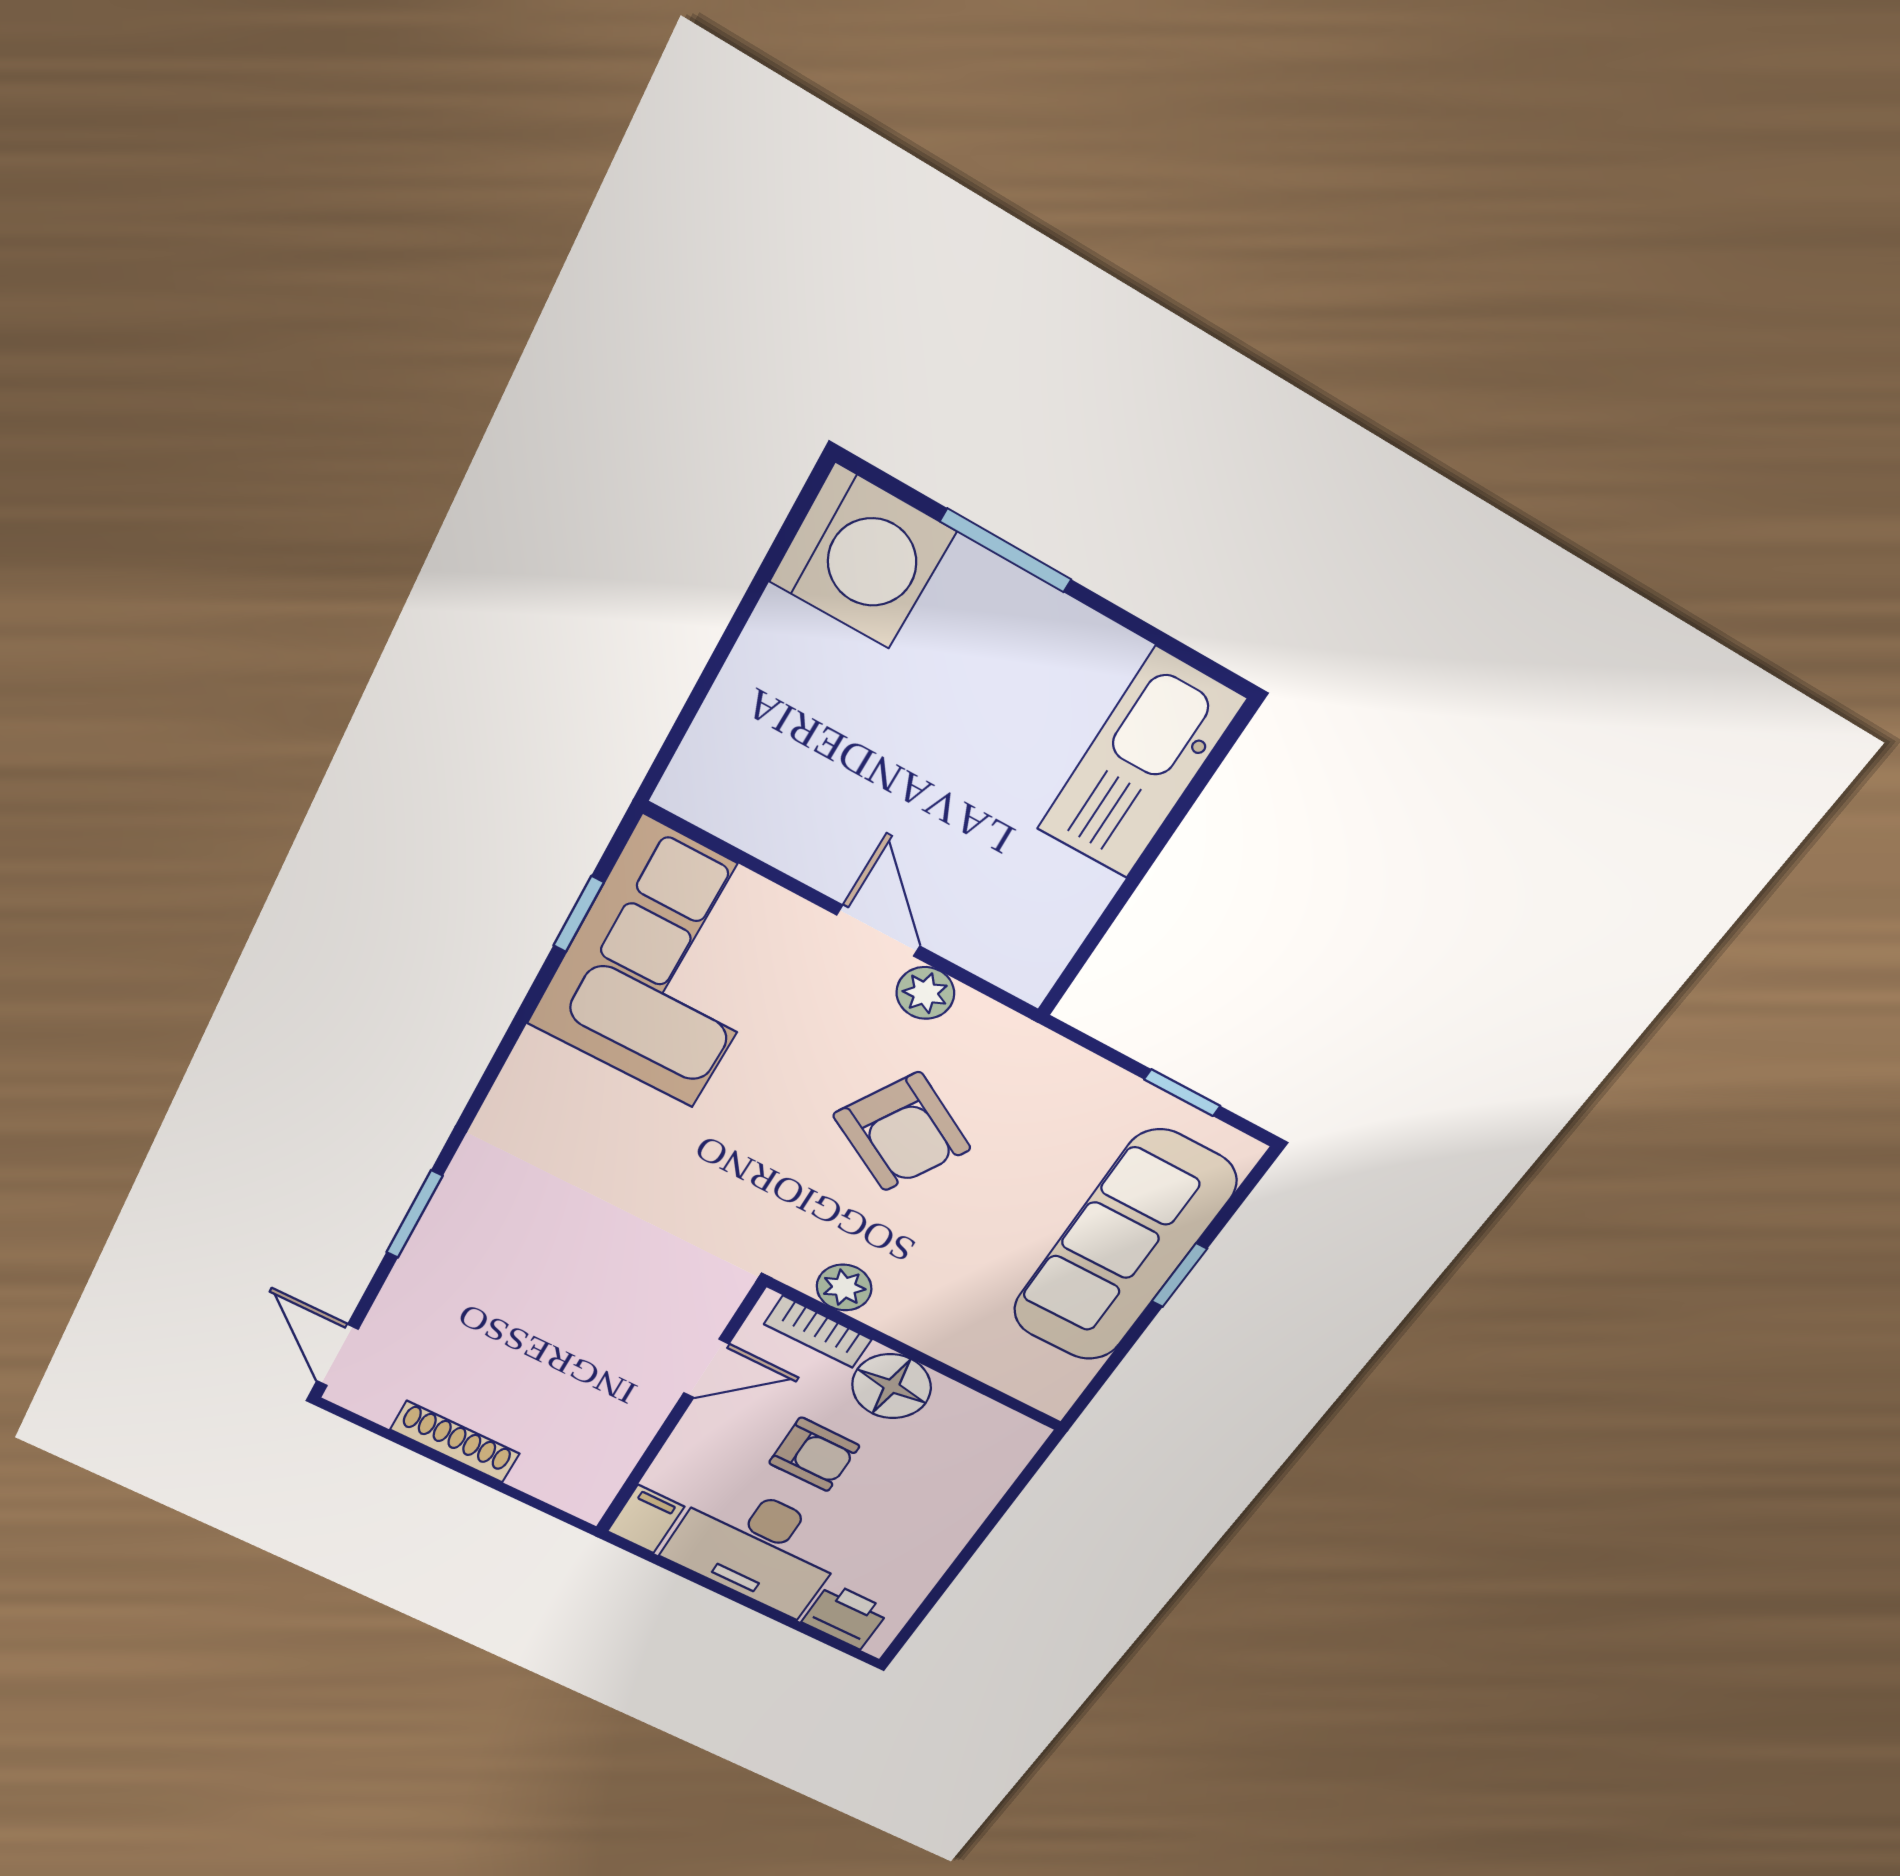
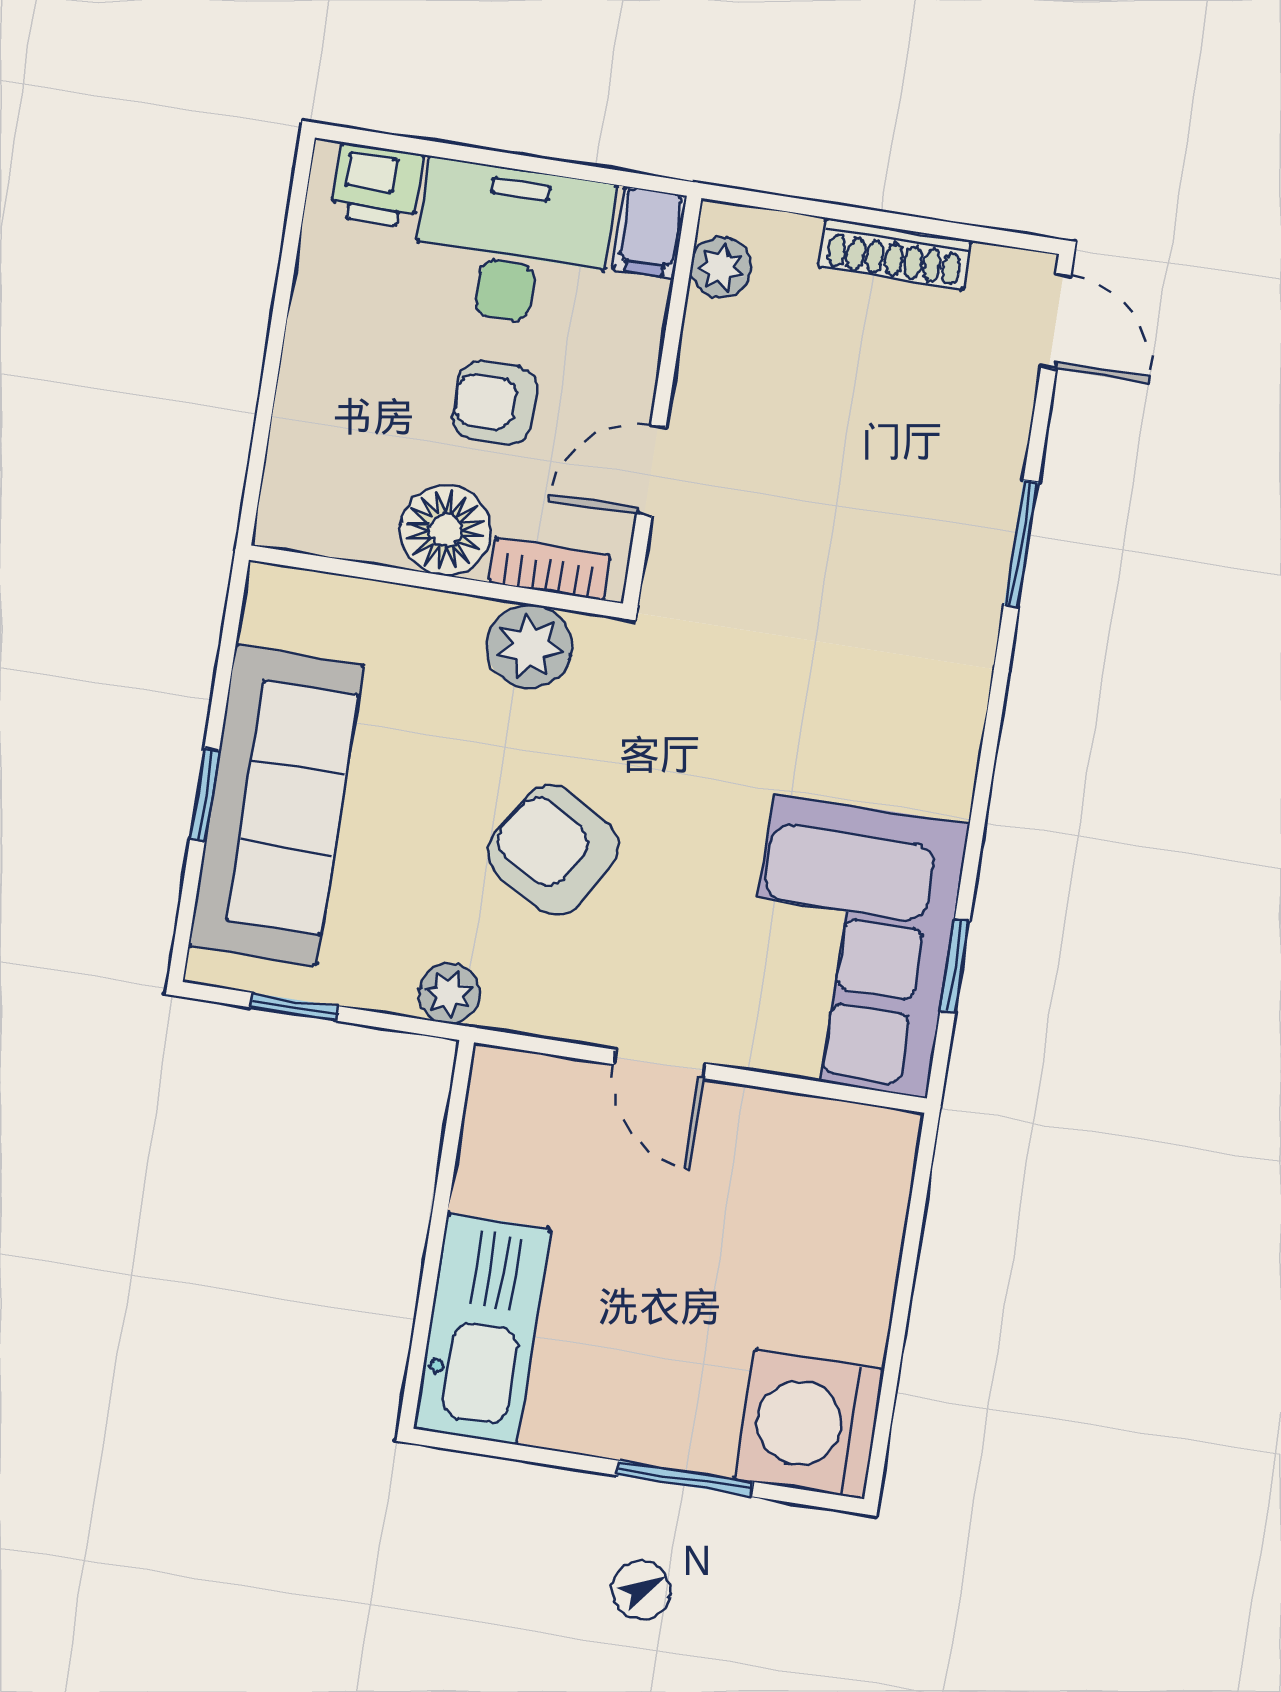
plant: (925, 993) -> (449, 993), moved
plant: (844, 1288) -> (529, 646), width x1.38, depth x1.38
plant: (597, 1479) -> (721, 267), added

